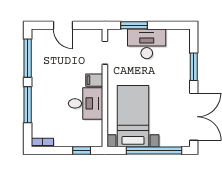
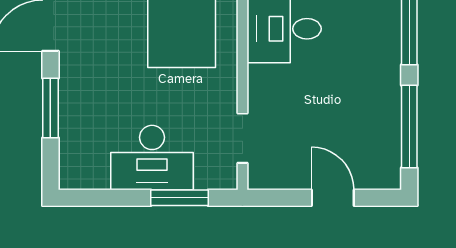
filing cabinet: (94, 80) -> (265, 79), removed

